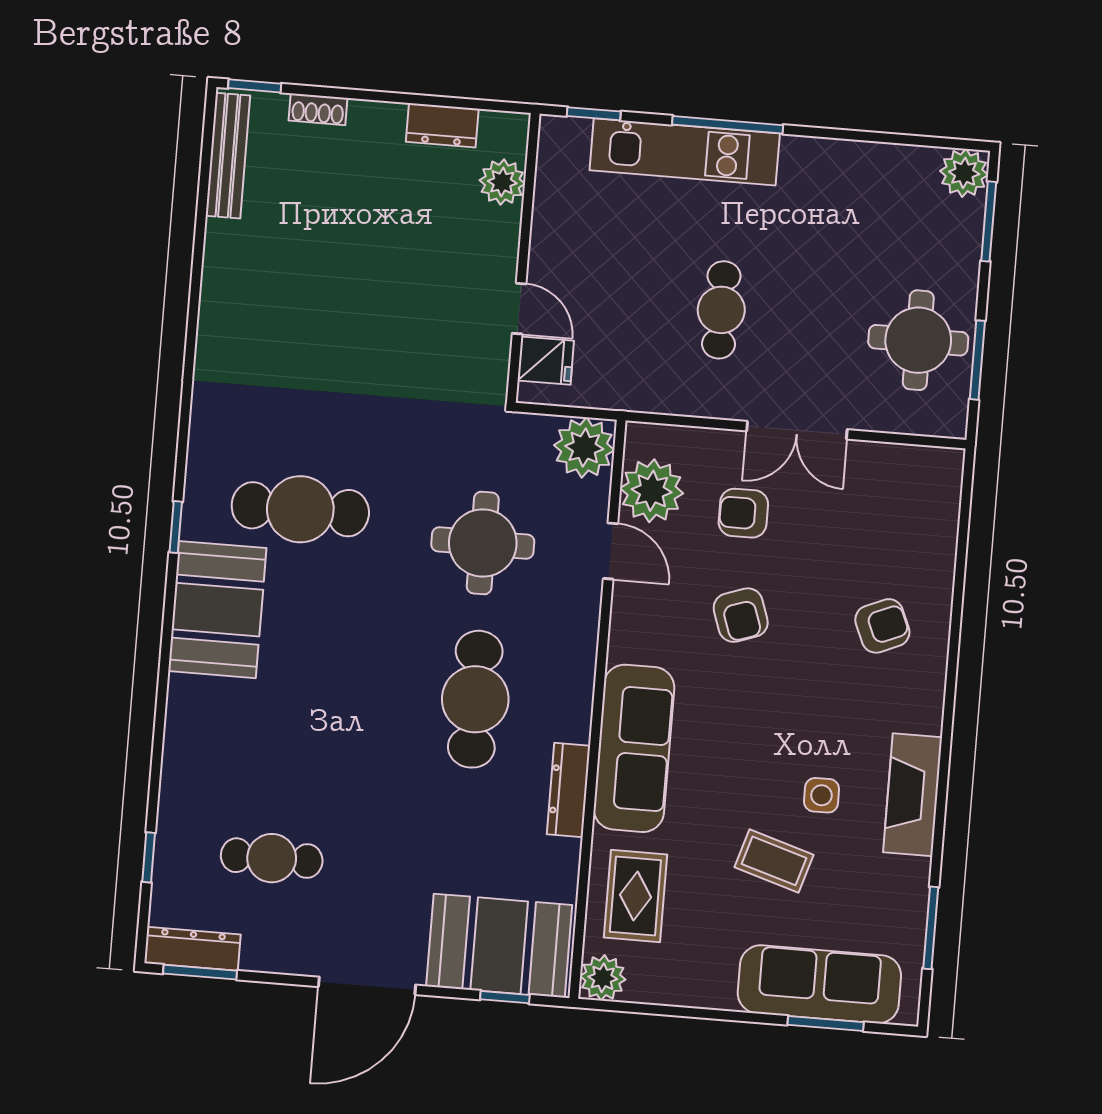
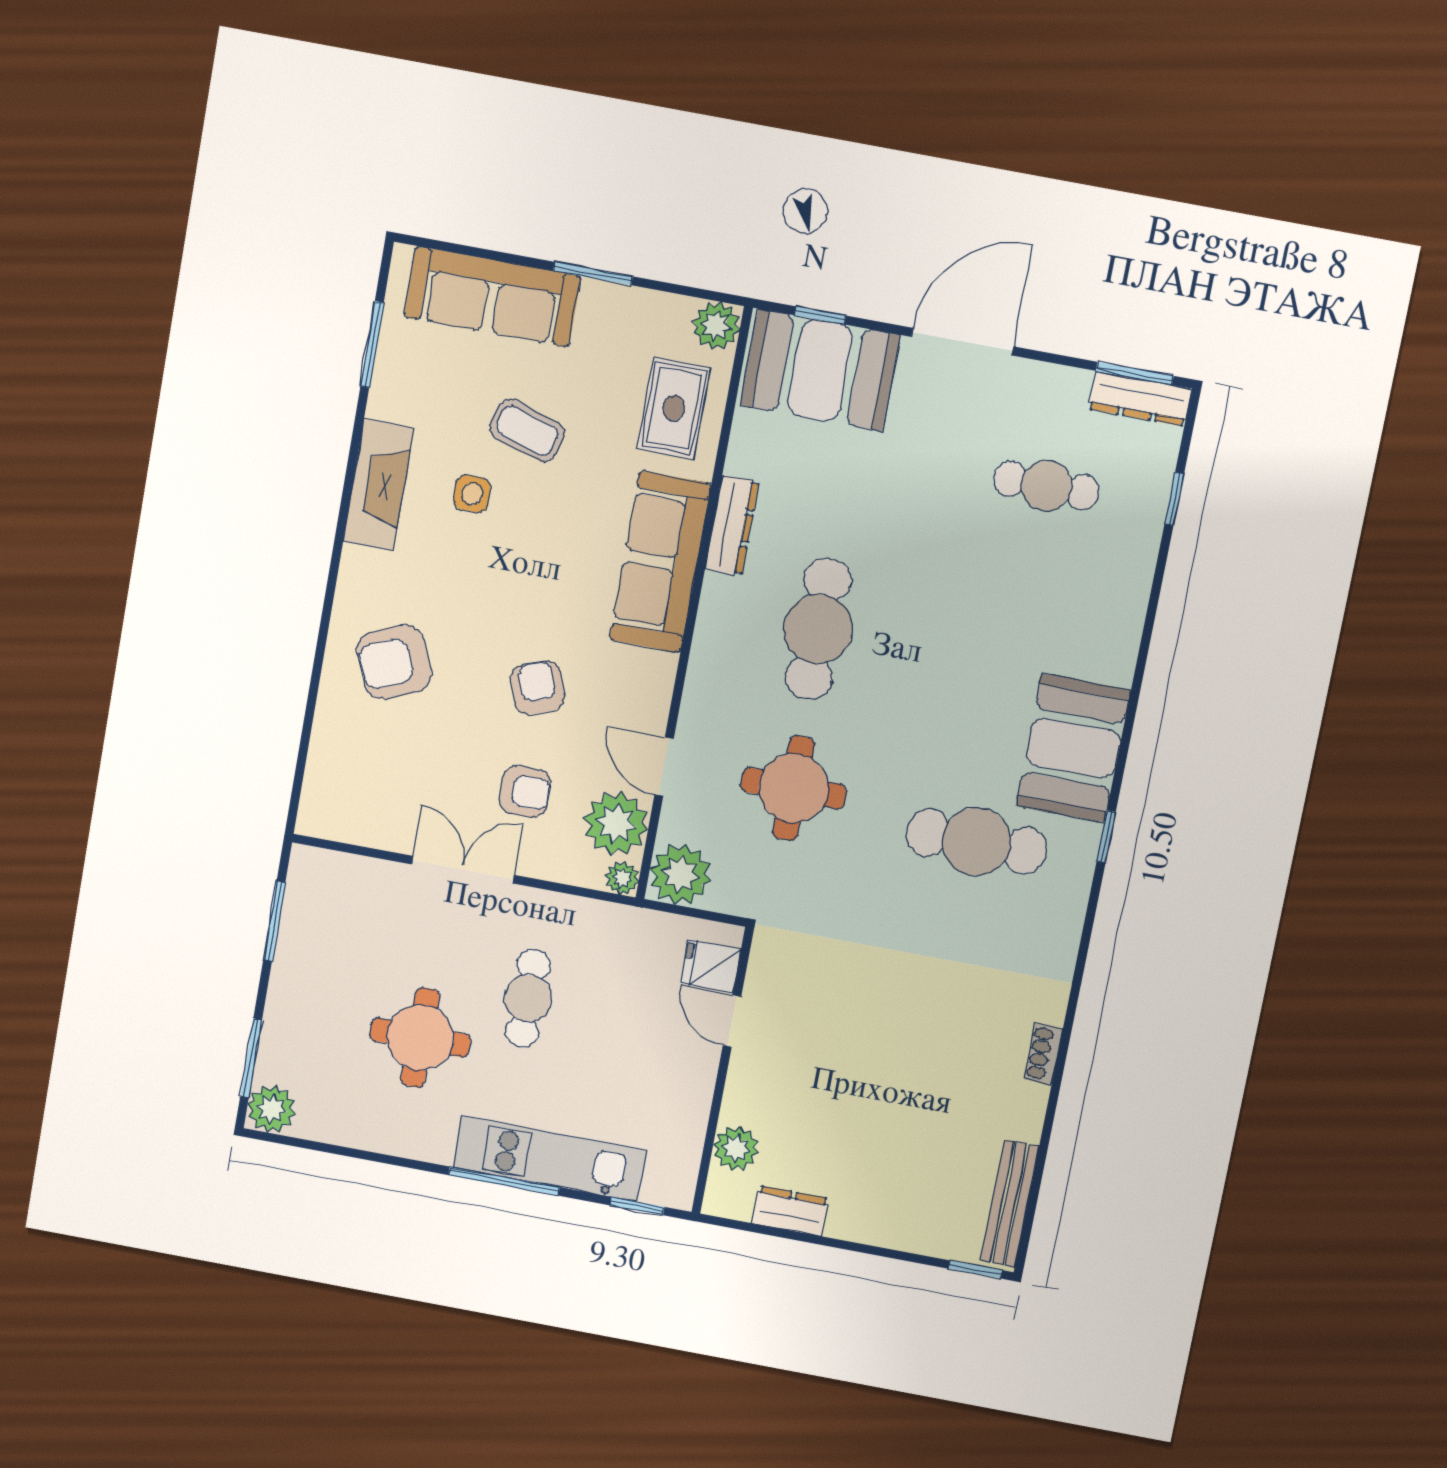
shoe rack: (318, 109) -> (1043, 1054), moved, turned -90
round table: (918, 340) -> (420, 1038), moved
plant: (641, 438) -> (622, 878), added
armchair: (882, 626) -> (394, 662), width x1.38, depth x1.38
window: (826, 1023) -> (593, 274), moved

